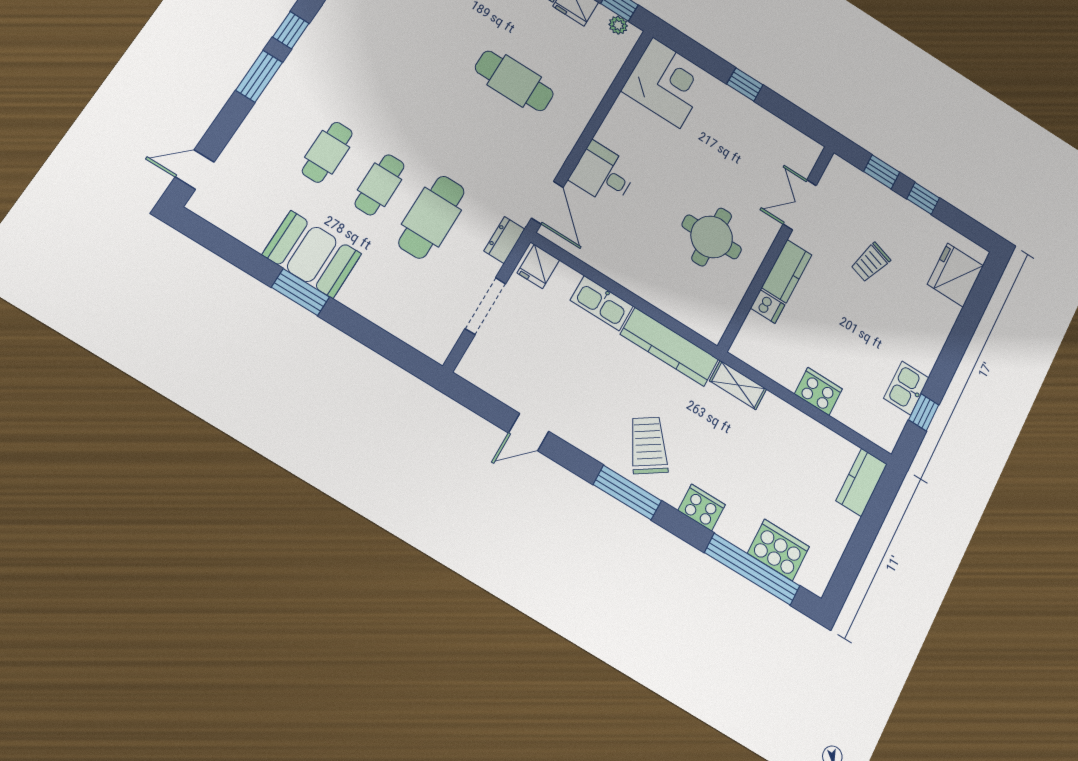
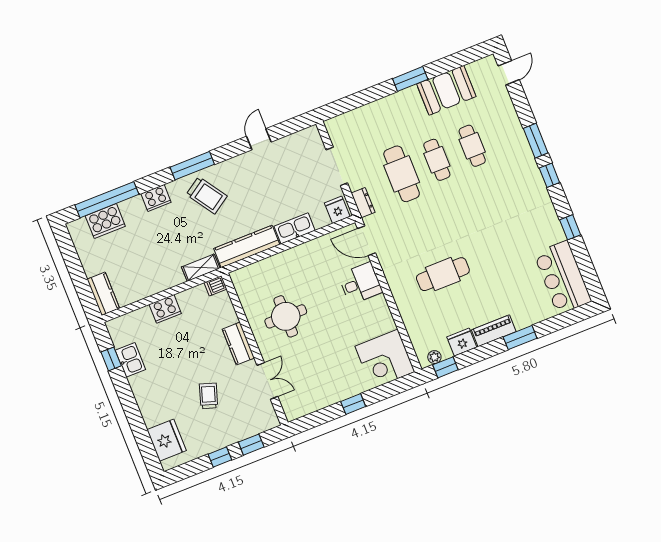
booth: (312, 254) -> (446, 90), moved
dishwasher: (768, 307) -> (215, 286), moved

